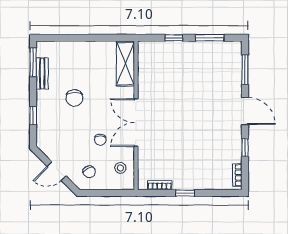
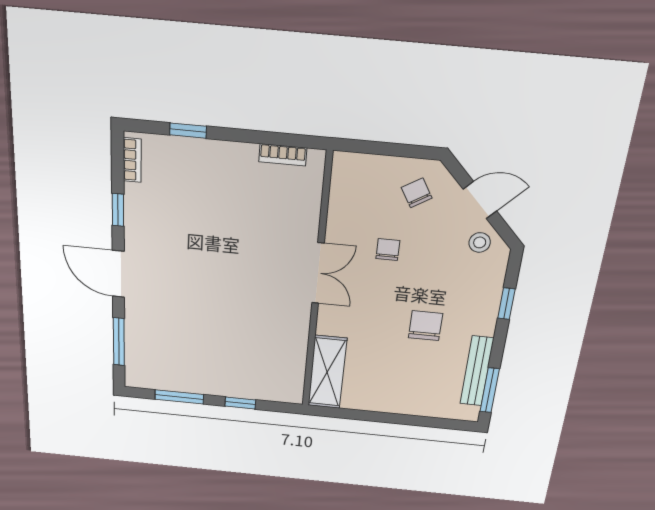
bench: (42, 73) -> (477, 371), width x1.36
double door: (136, 123) -> (318, 273), width x0.73
stool: (120, 168) -> (480, 242), moved
window: (185, 193) -> (188, 131), moved

